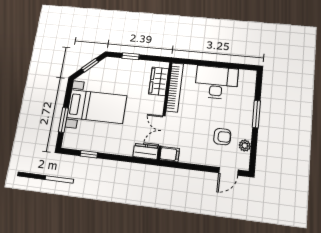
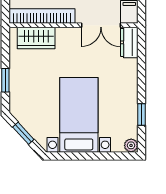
window: (63, 120) -> (101, 156), removed
plant: (67, 143) -> (131, 145), added

